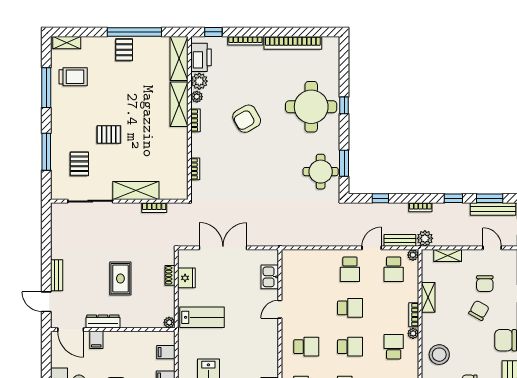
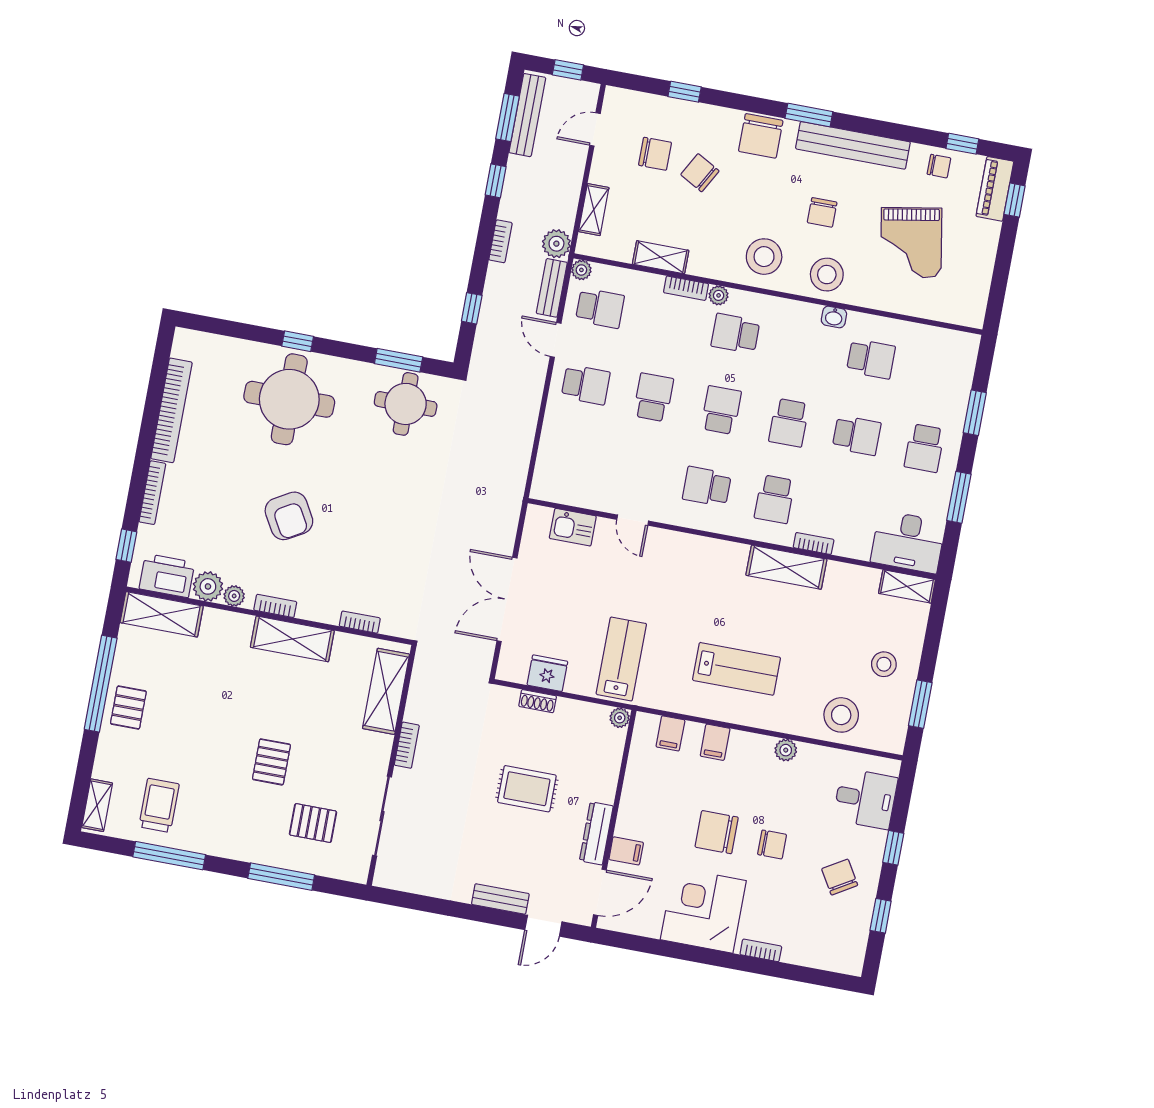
pallet: (124, 50) -> (128, 708), turned 90
shelving: (179, 104) -> (292, 639), moved
shelving: (136, 191) -> (386, 691), moved
bookcase: (154, 208) -> (407, 745), moved
school desk: (306, 347) -> (707, 487), turned -90

